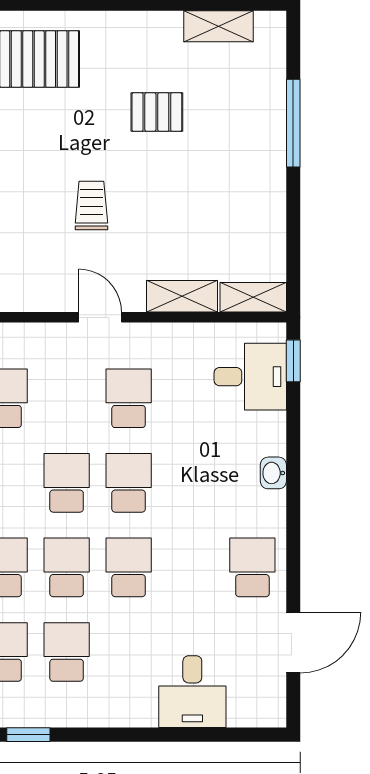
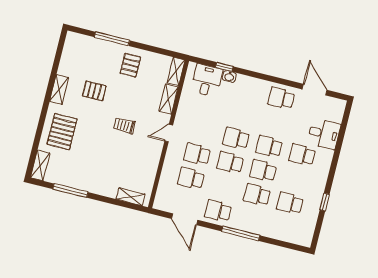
shelving: (219, 26) -> (59, 89), moved
pallet: (157, 112) -> (94, 91), turned 90
pallet: (241, 184) -> (130, 65), added
window: (293, 361) -> (224, 67), moved
school desk: (129, 398) -> (197, 154), moved
washbasin: (273, 473) -> (229, 76), moved
school desk: (67, 652) -> (302, 155), moved

